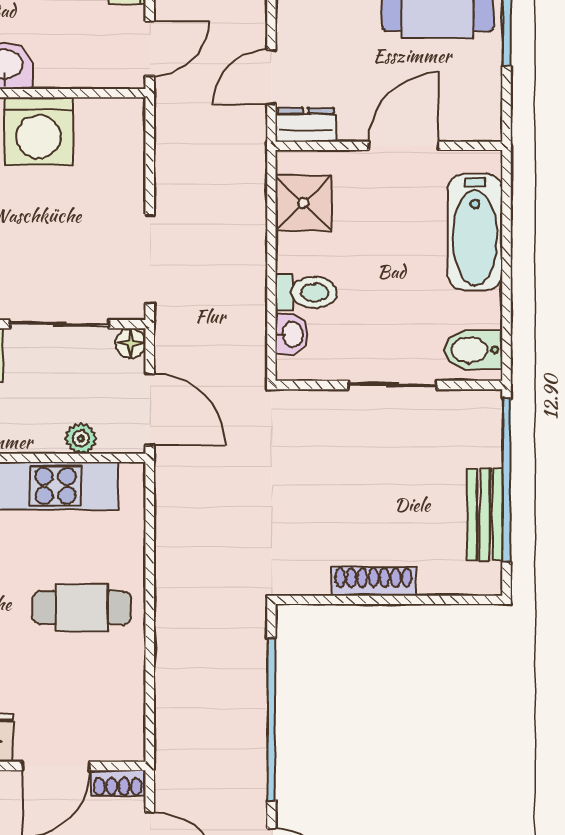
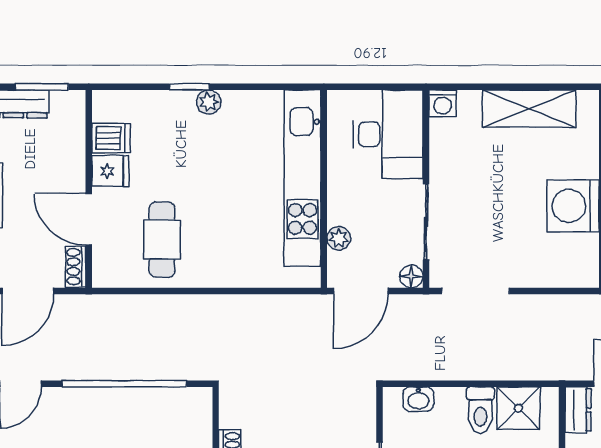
toilet: (306, 292) -> (480, 410), moved
cafe table: (82, 608) -> (162, 239), moved

